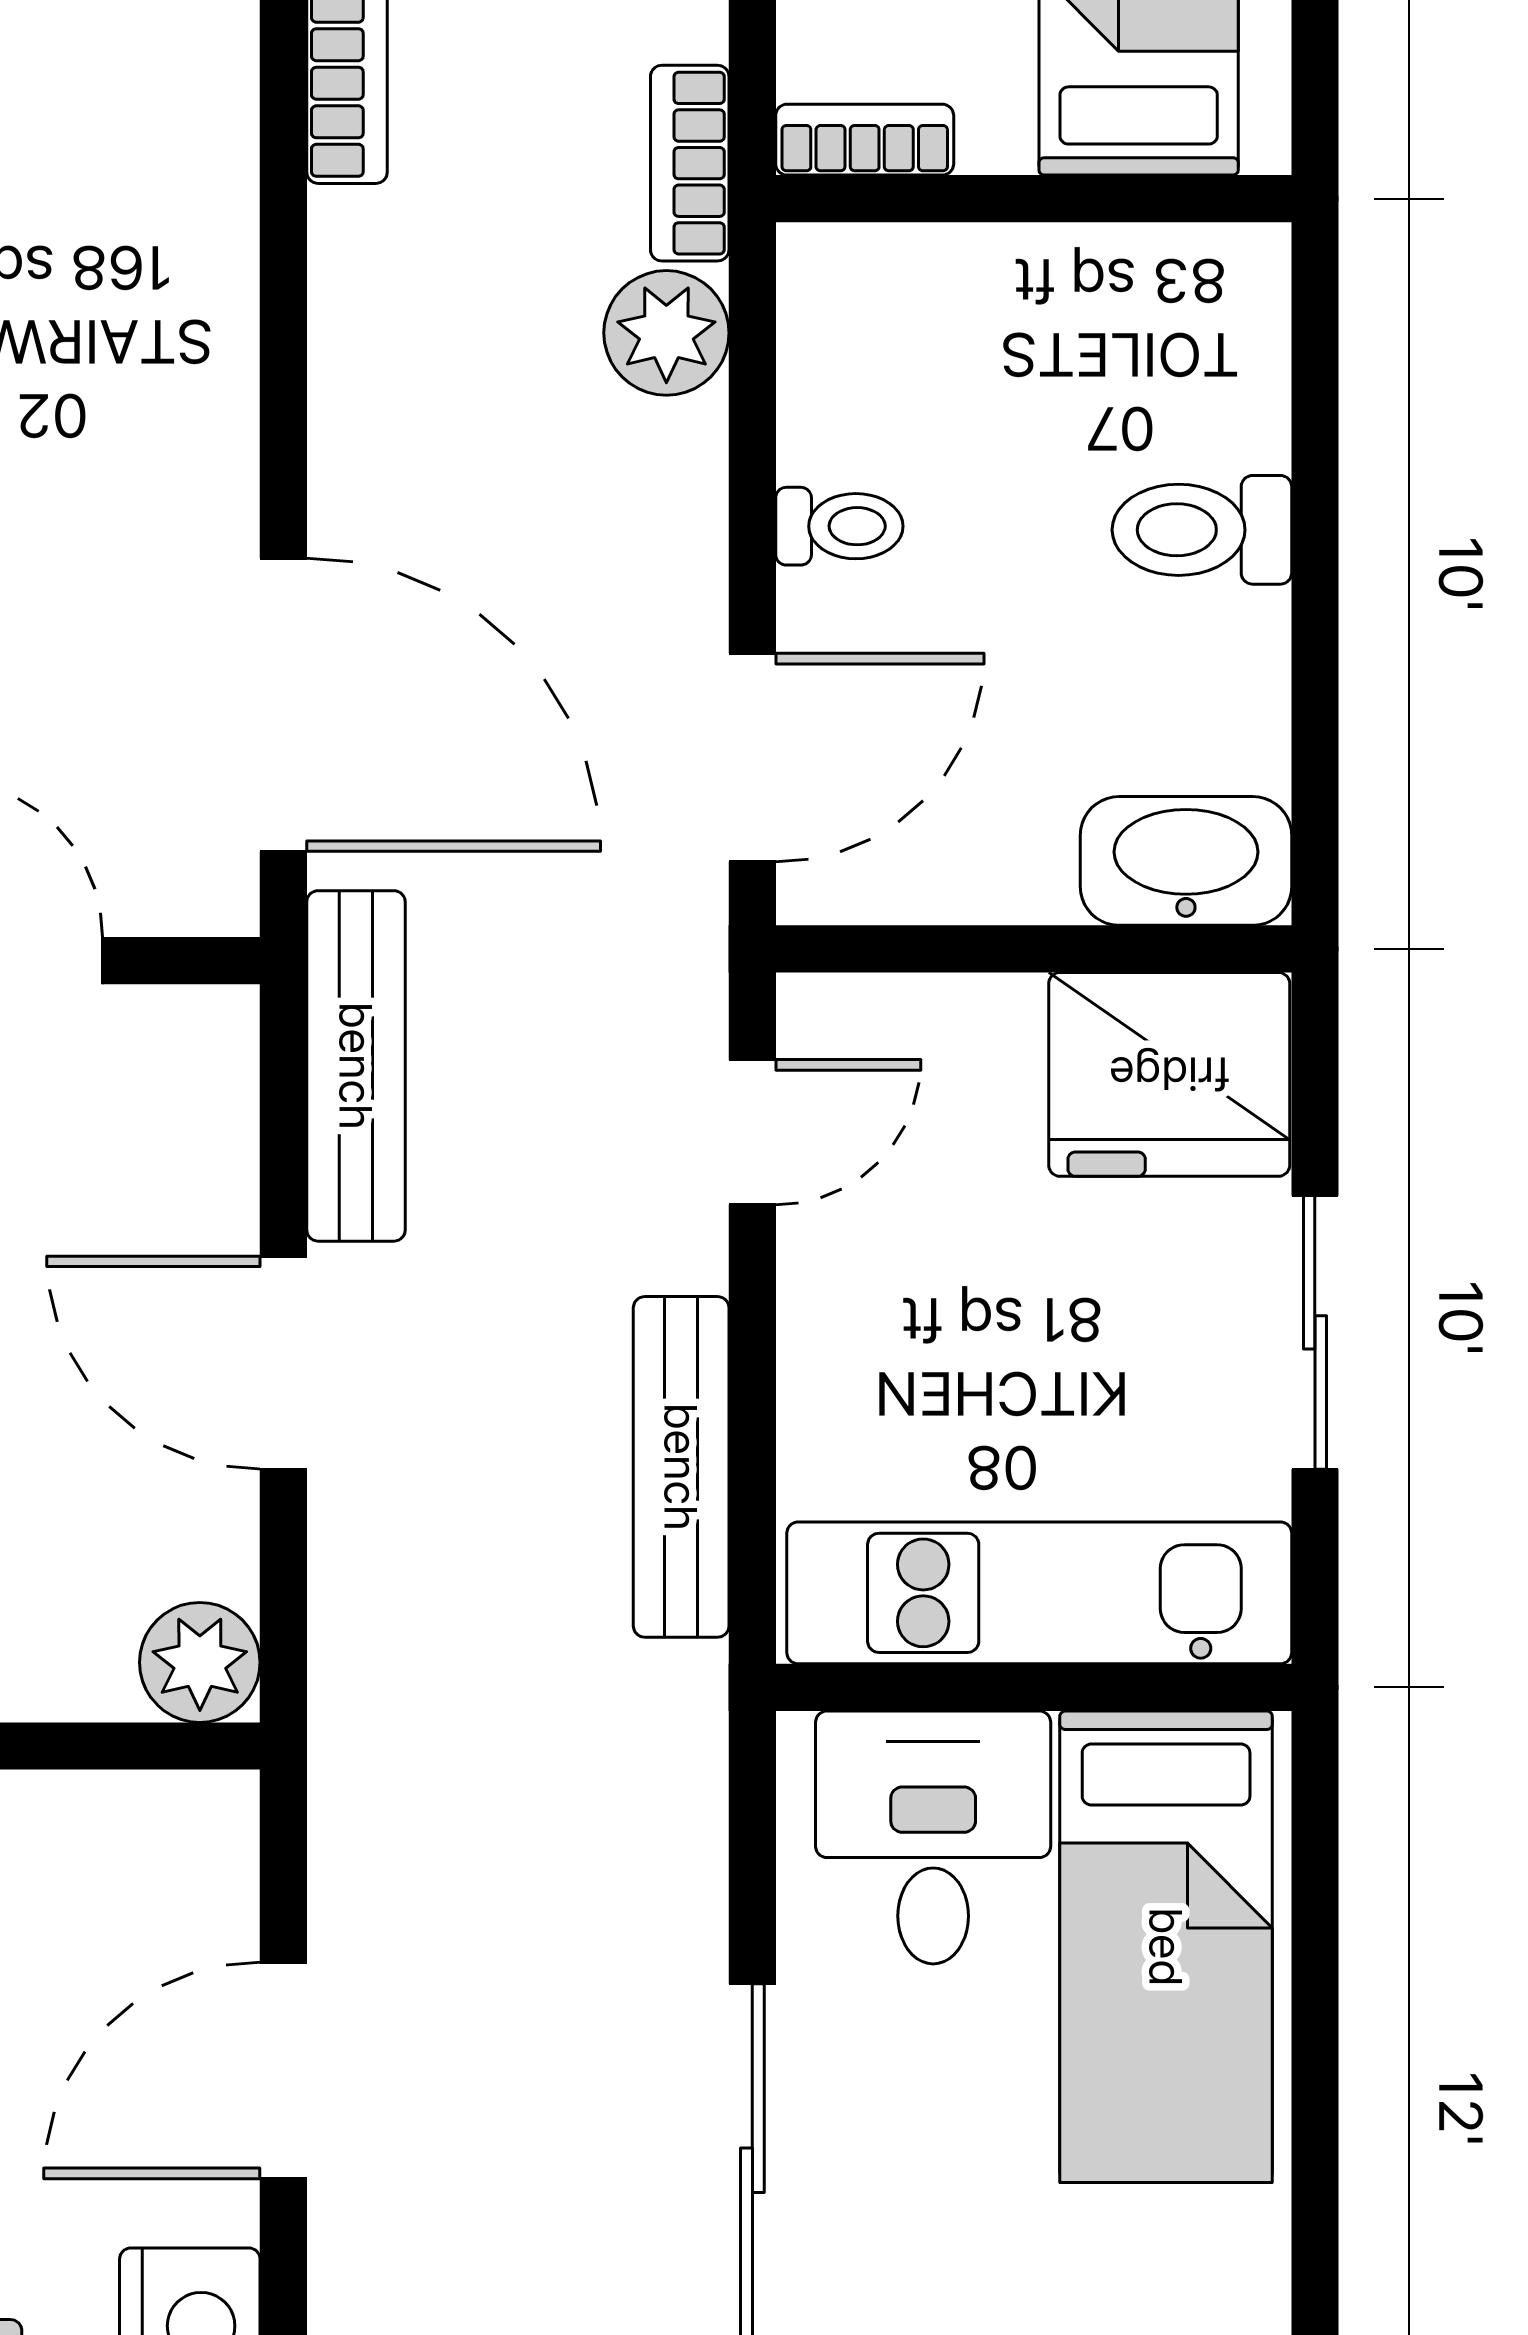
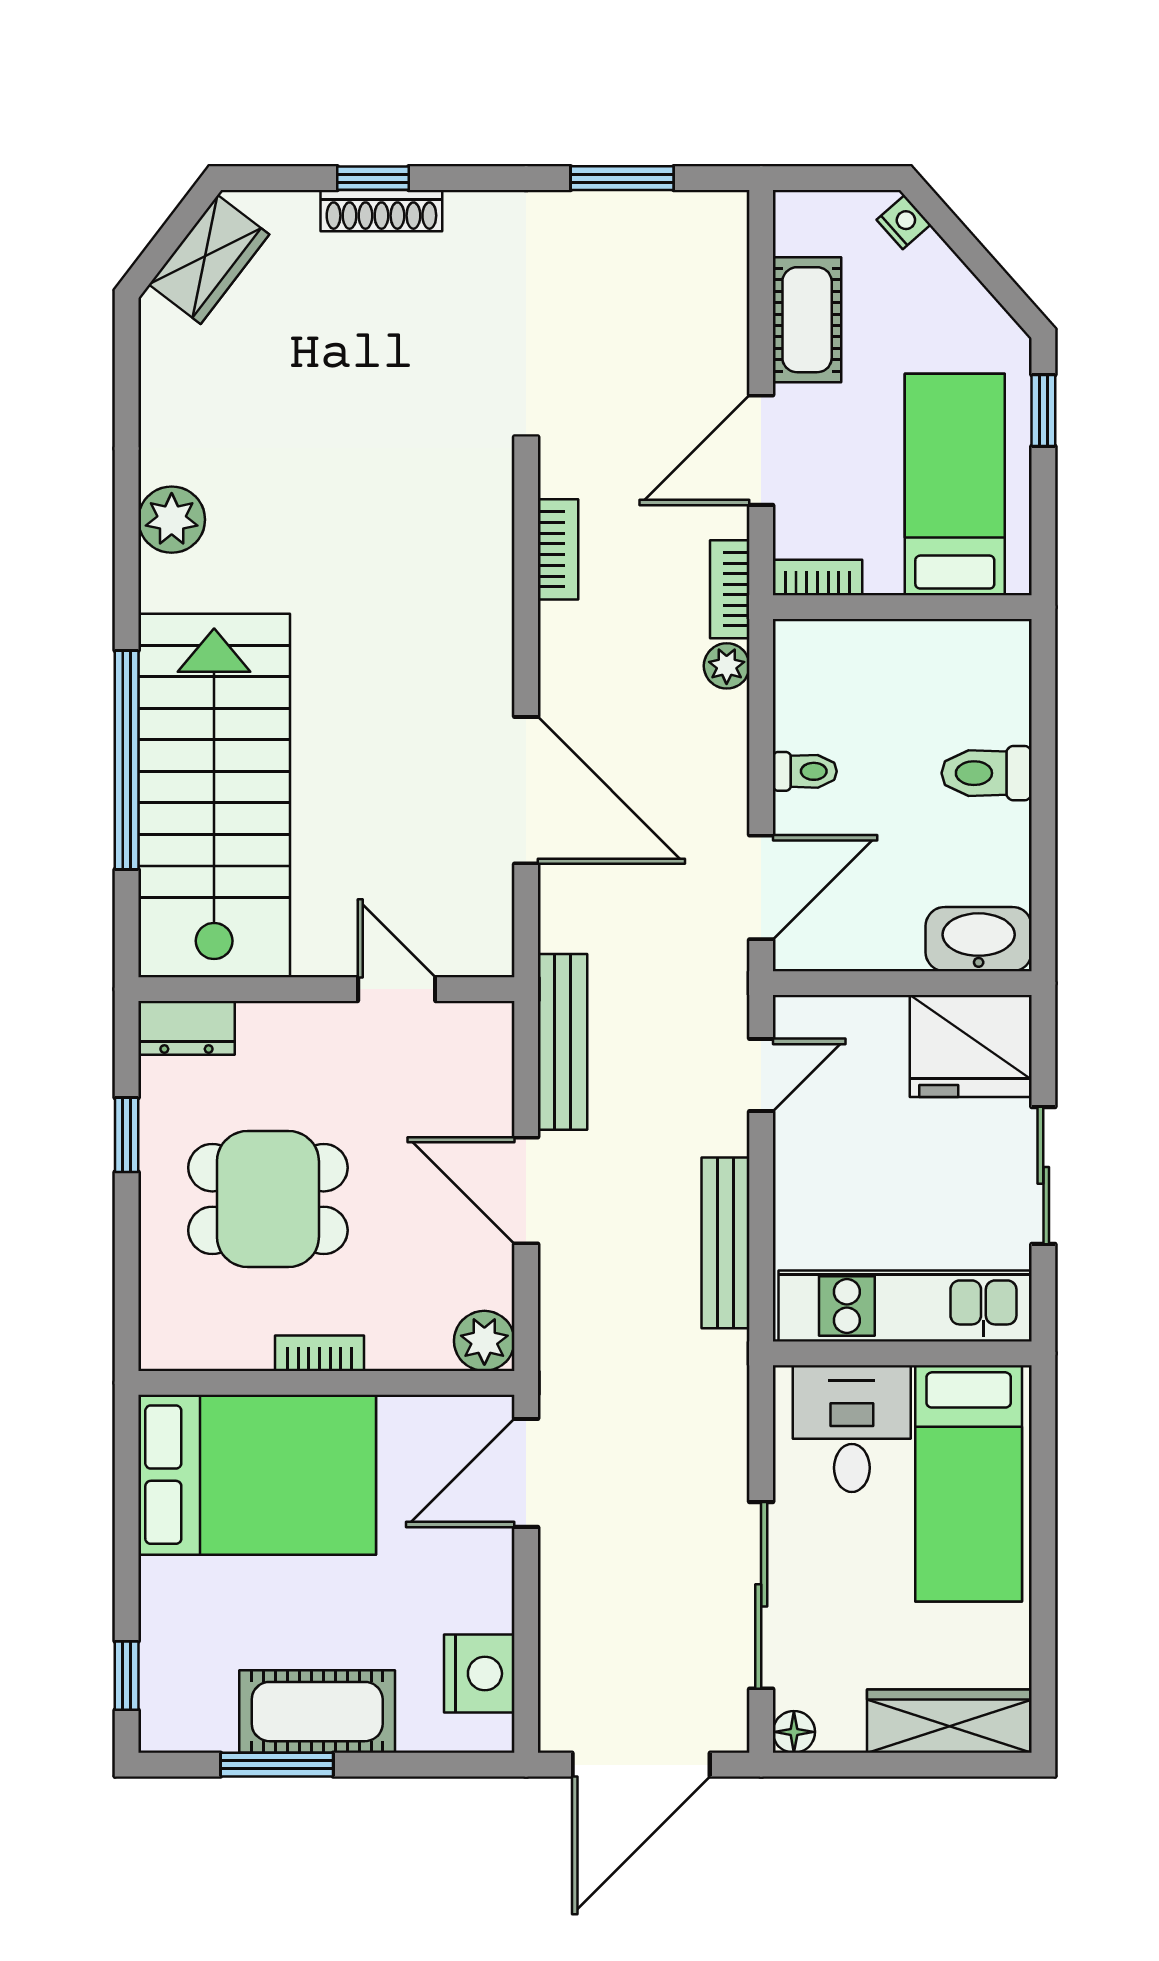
plant: (666, 333) -> (727, 666), width x0.73, depth x0.73
door: (283, 705) -> (526, 790), moved
door: (283, 2071) -> (526, 1473), moved

